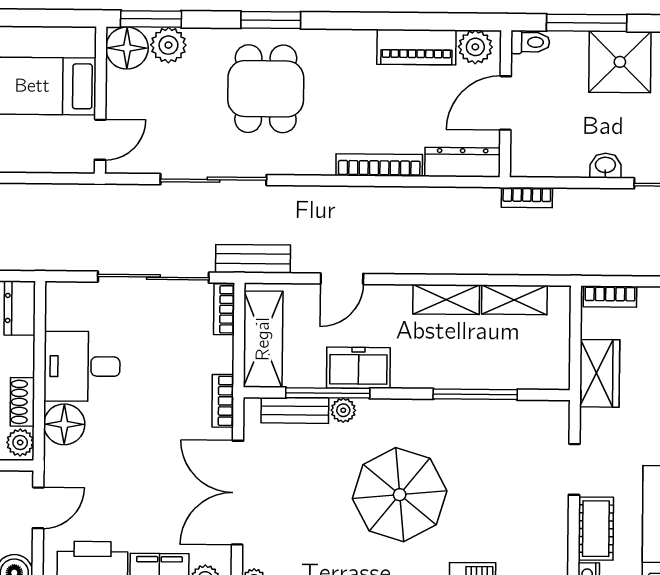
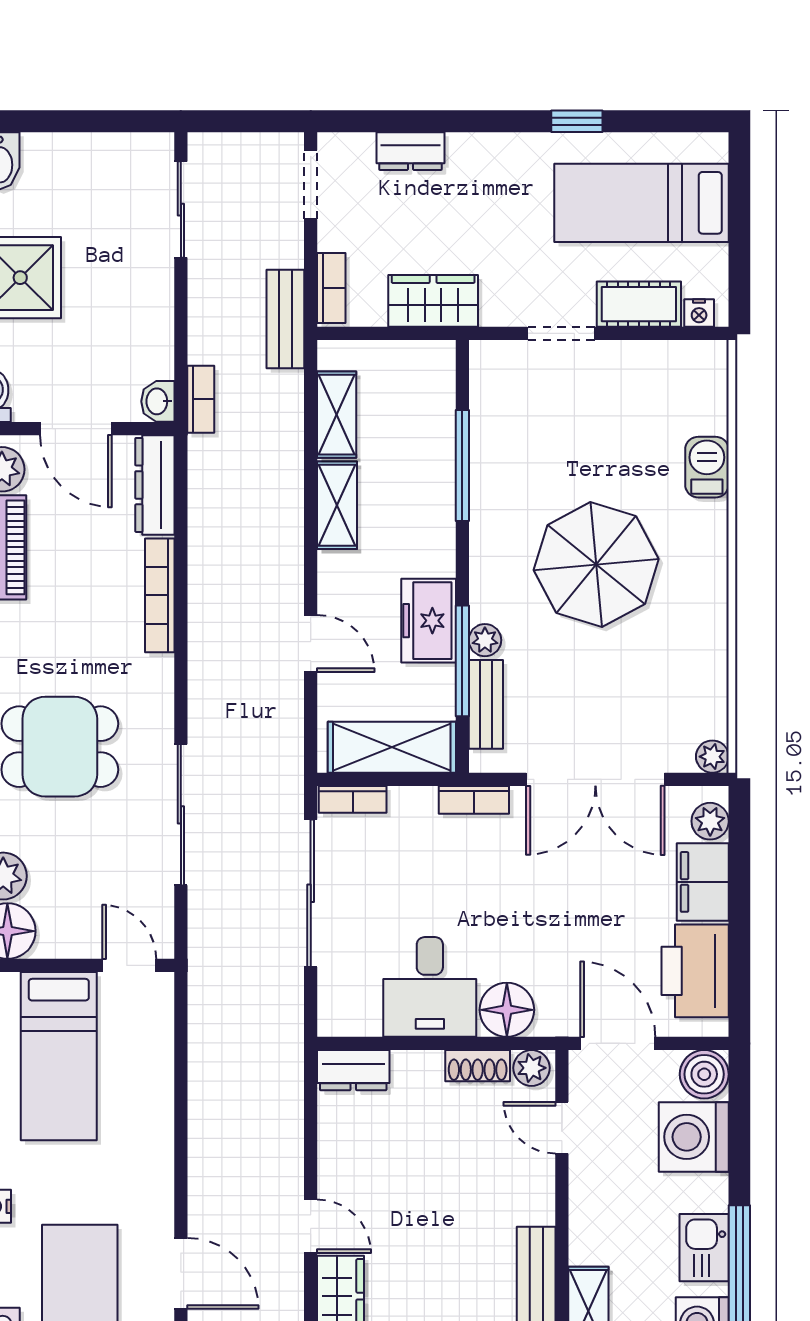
washbasin: (605, 166) -> (158, 401), moved
bench: (253, 259) -> (285, 319), moved
door: (38, 508) -> (618, 1043), width x1.38

